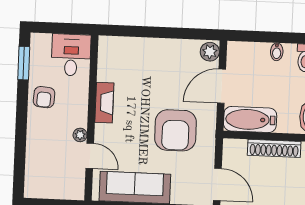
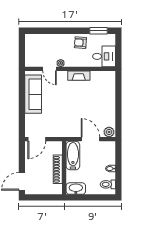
armchair: (175, 130) -> (65, 115), removed
door: (90, 156) -> (49, 69), hinge flipped

